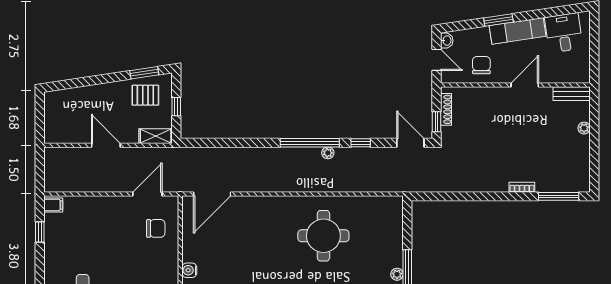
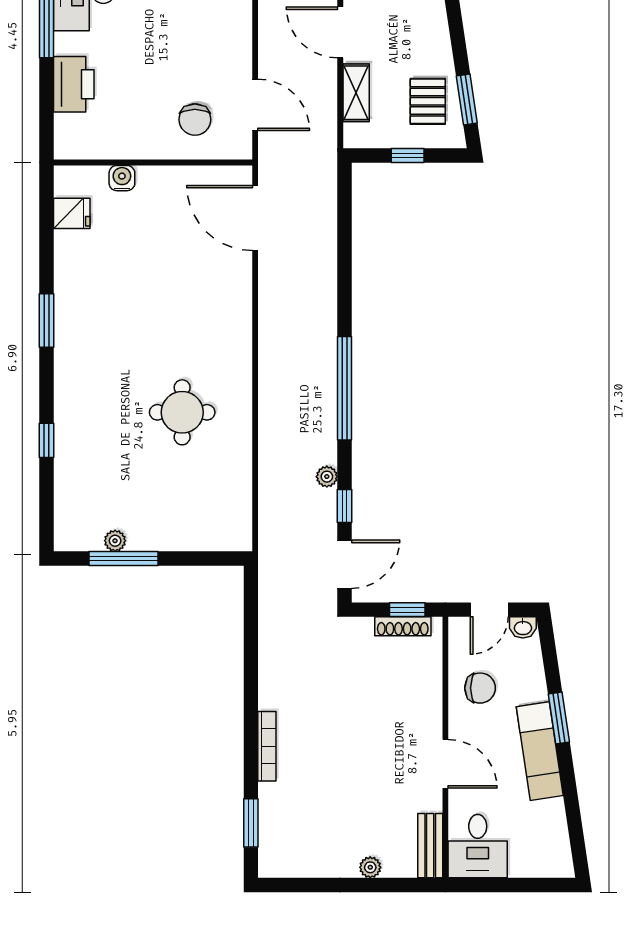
desk: (564, 33) -> (478, 846), moved, turned 98
window: (436, 122) -> (407, 610), moved
shelving: (156, 136) -> (356, 93), moved
window: (361, 143) -> (345, 506), moved
door: (106, 145) -> (340, 32), swing flipped
plant: (328, 153) -> (327, 477), moved
bookcase: (522, 187) -> (267, 746), width x1.56
window: (559, 196) -> (251, 823), width x0.69
round table: (323, 236) -> (182, 412), width x0.73, depth x0.73

